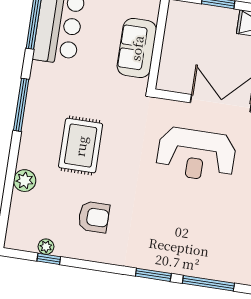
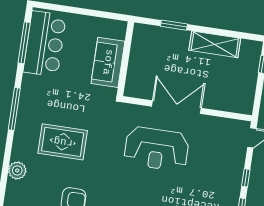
rug: (81, 146) -> (63, 142), turned 90

